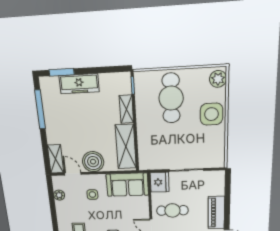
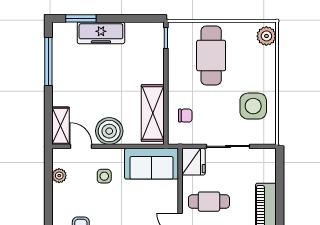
shelving: (126, 109) -> (156, 66), removed
side table: (211, 114) -> (253, 106), moved
chair: (152, 148) -> (185, 116), added

